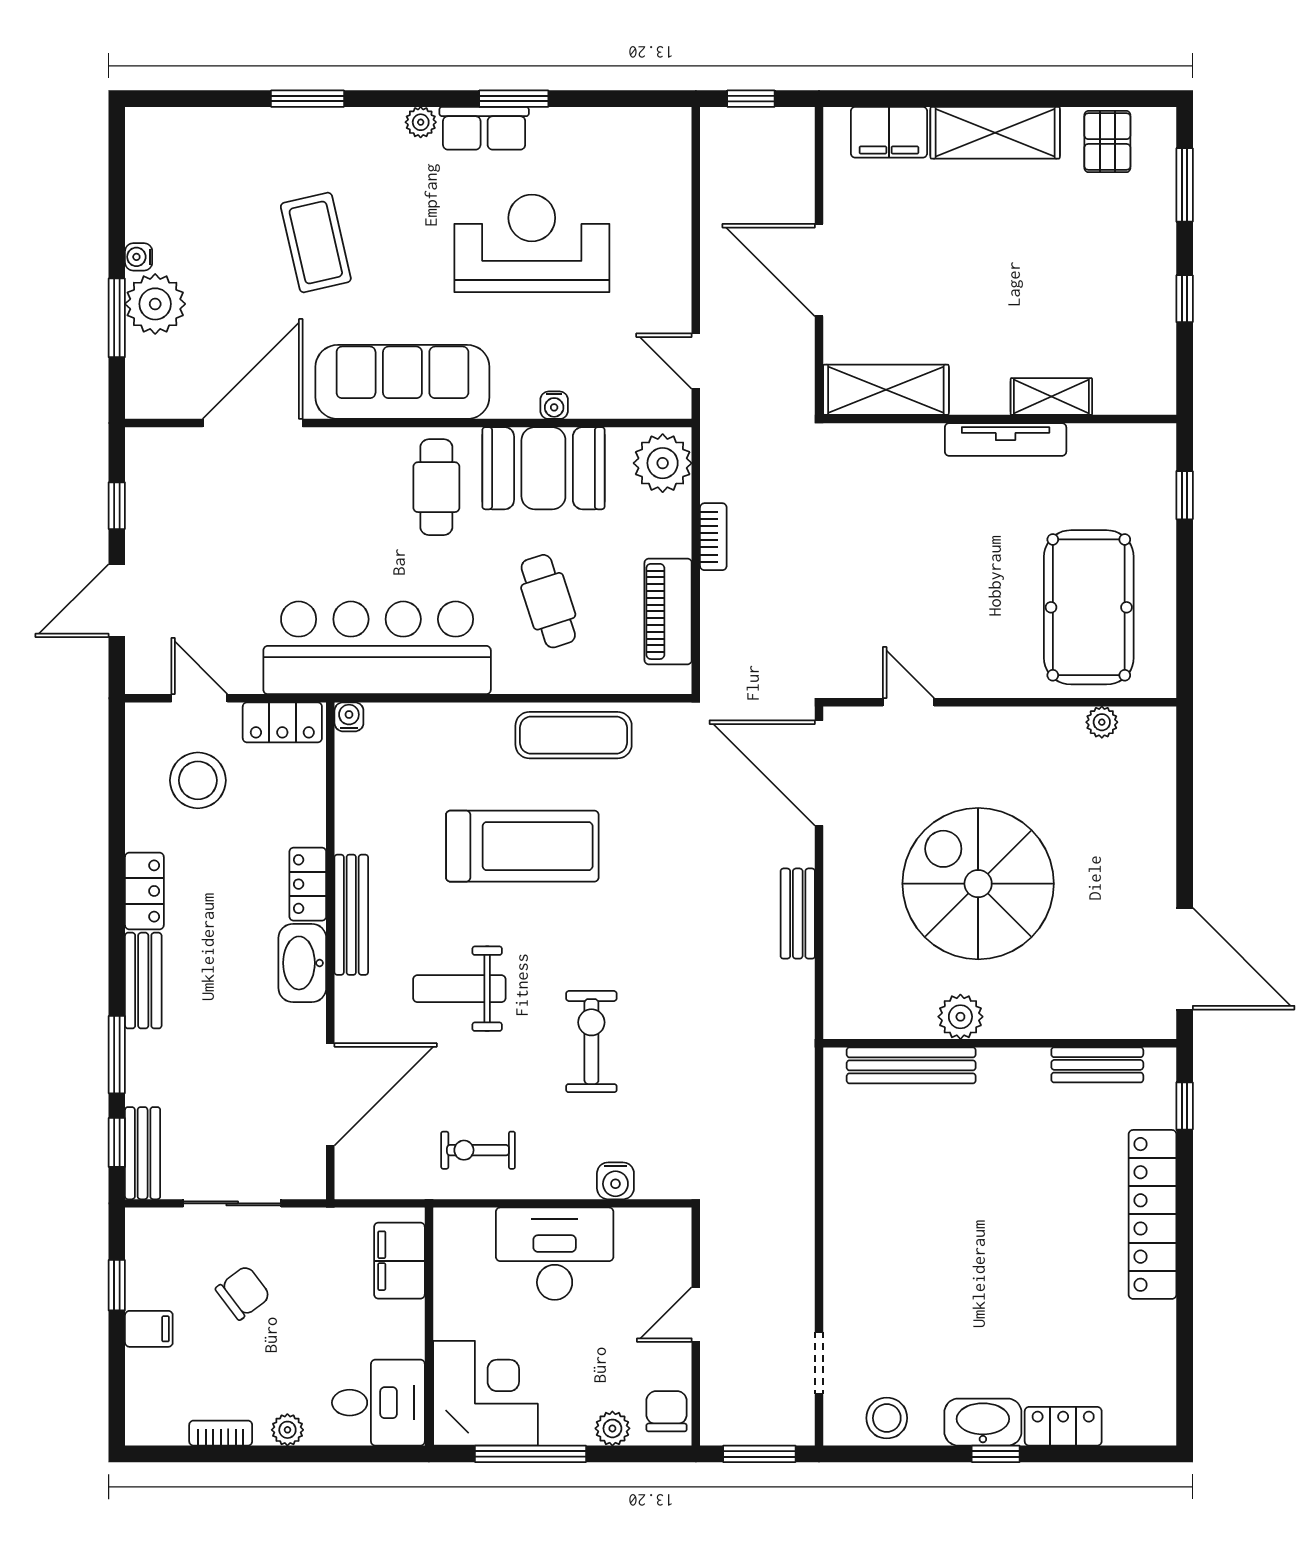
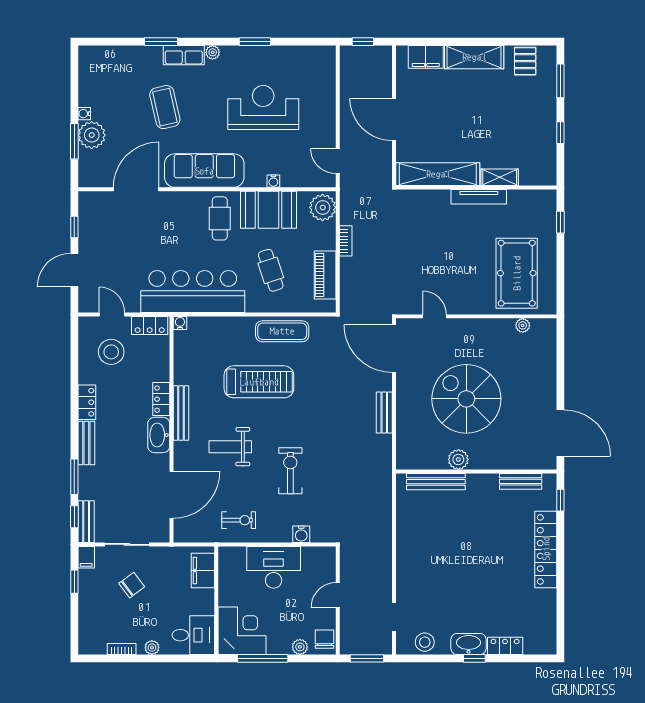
row of seats: (484, 128) -> (184, 55), moved
shelving: (886, 390) -> (438, 174), width x1.47
exercise bike: (478, 1150) -> (239, 520), turned 180
filing cabinet: (149, 1329) -> (86, 557), moved, turned 90

